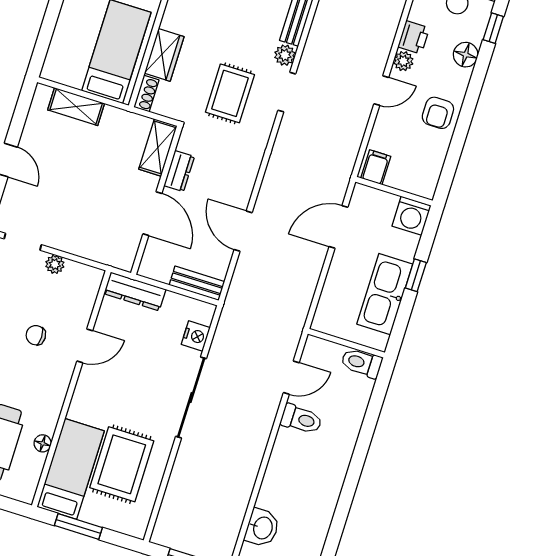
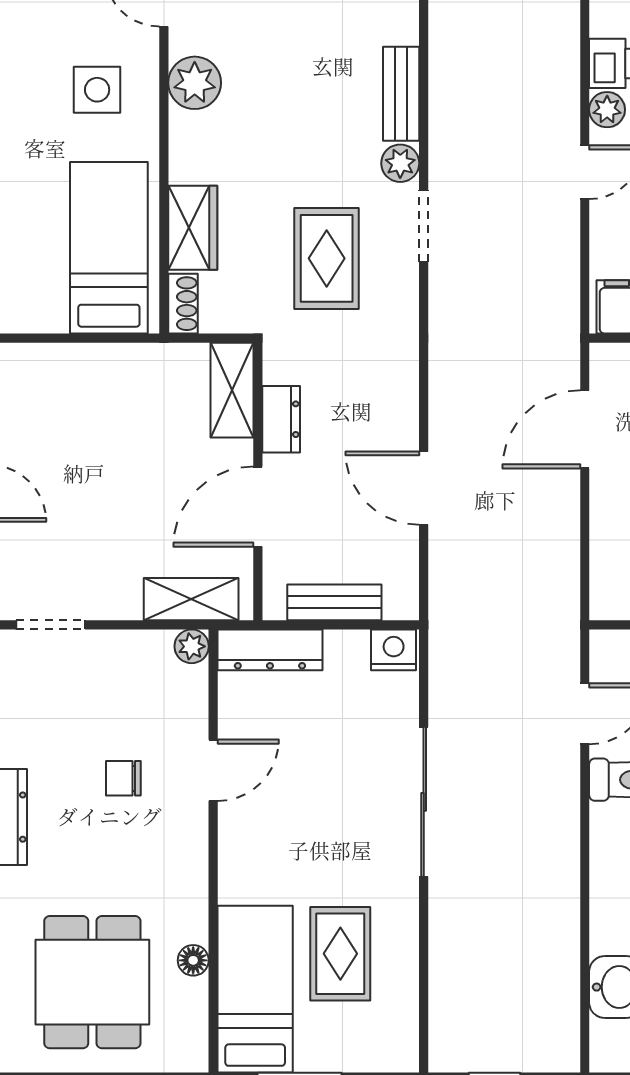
shelving: (76, 107) -> (191, 599), moved
door: (152, 214) -> (258, 507), swing flipped
plant: (55, 264) -> (192, 646), moved
bench: (197, 283) -> (334, 602), moved
nightstand: (196, 336) -> (394, 650), moved, turned -90
rug: (122, 464) -> (340, 954), width x0.73, depth x0.70

